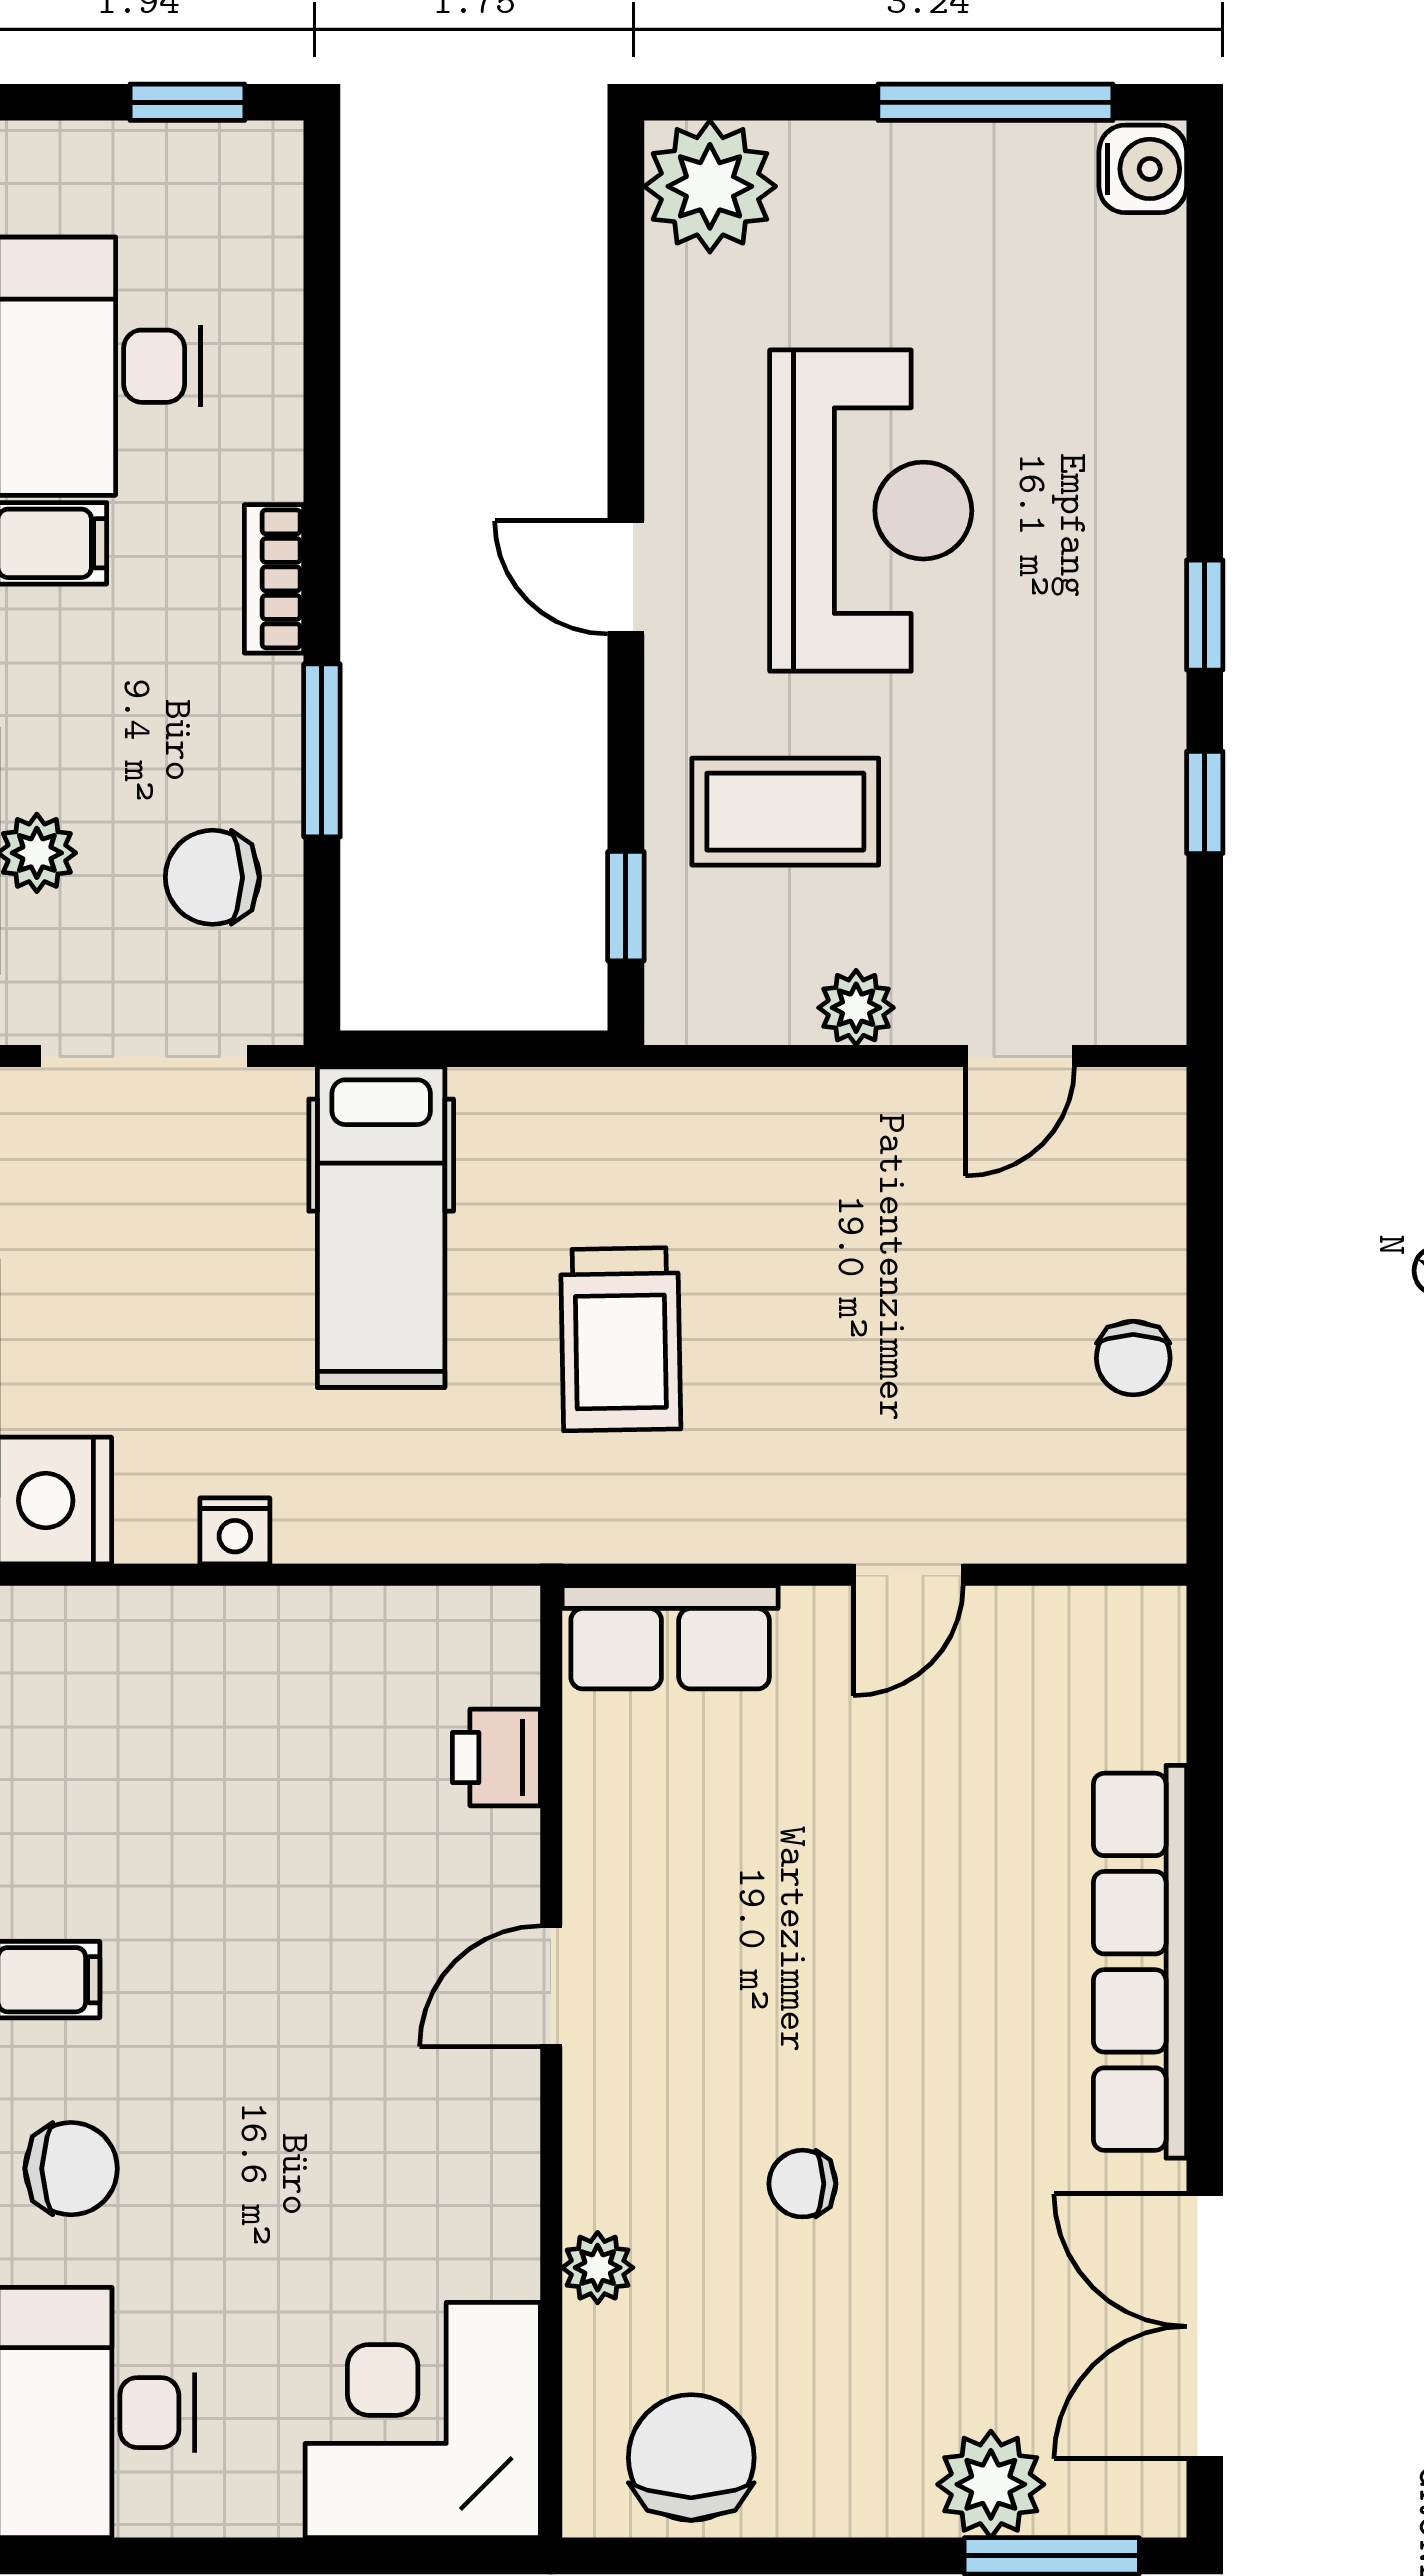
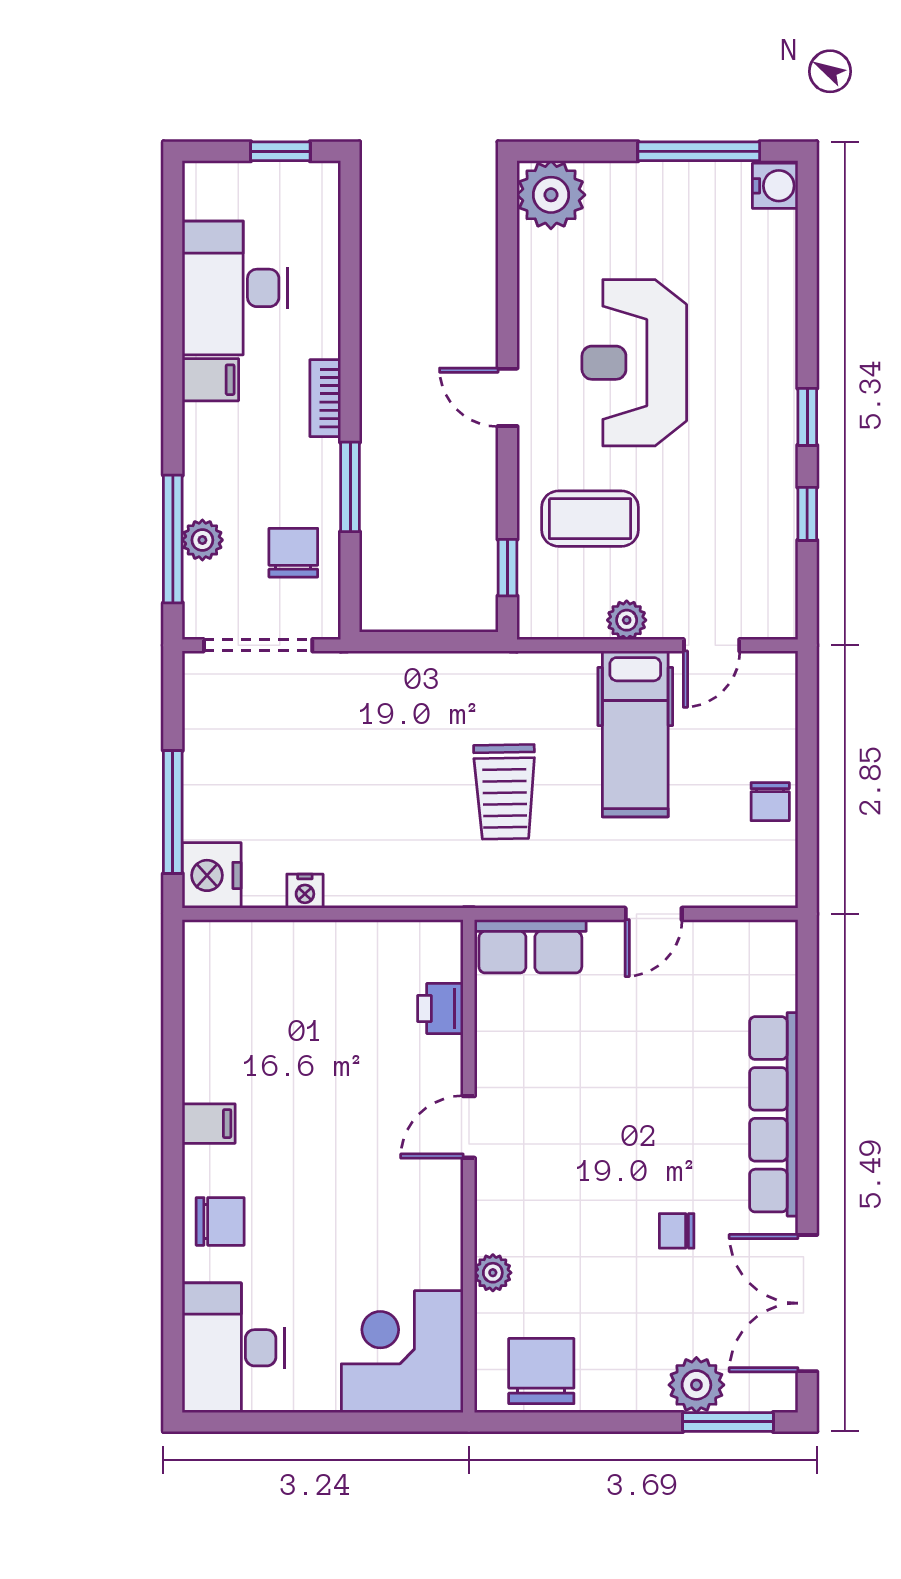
reception desk: (871, 511) -> (634, 363), turned 180
chair: (212, 877) -> (293, 553), turned 90
hospital bed: (381, 1227) -> (635, 734), moved
chair: (802, 2184) -> (677, 1231), moved

